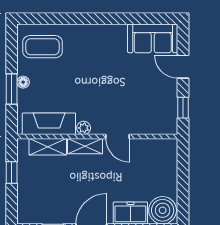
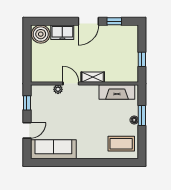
sofa: (153, 38) -> (53, 149), width x1.36
door: (183, 67) -> (27, 130), hinge flipped
plant: (84, 128) -> (58, 89), moved
shelving: (48, 147) -> (118, 77), removed

